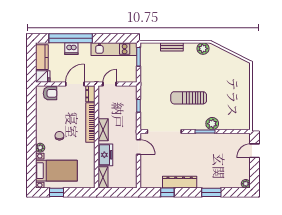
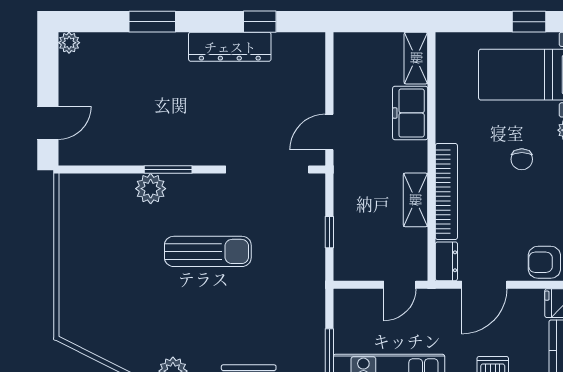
shelving: (103, 130) -> (415, 200), moved
door: (139, 147) -> (329, 132), hinge flipped

